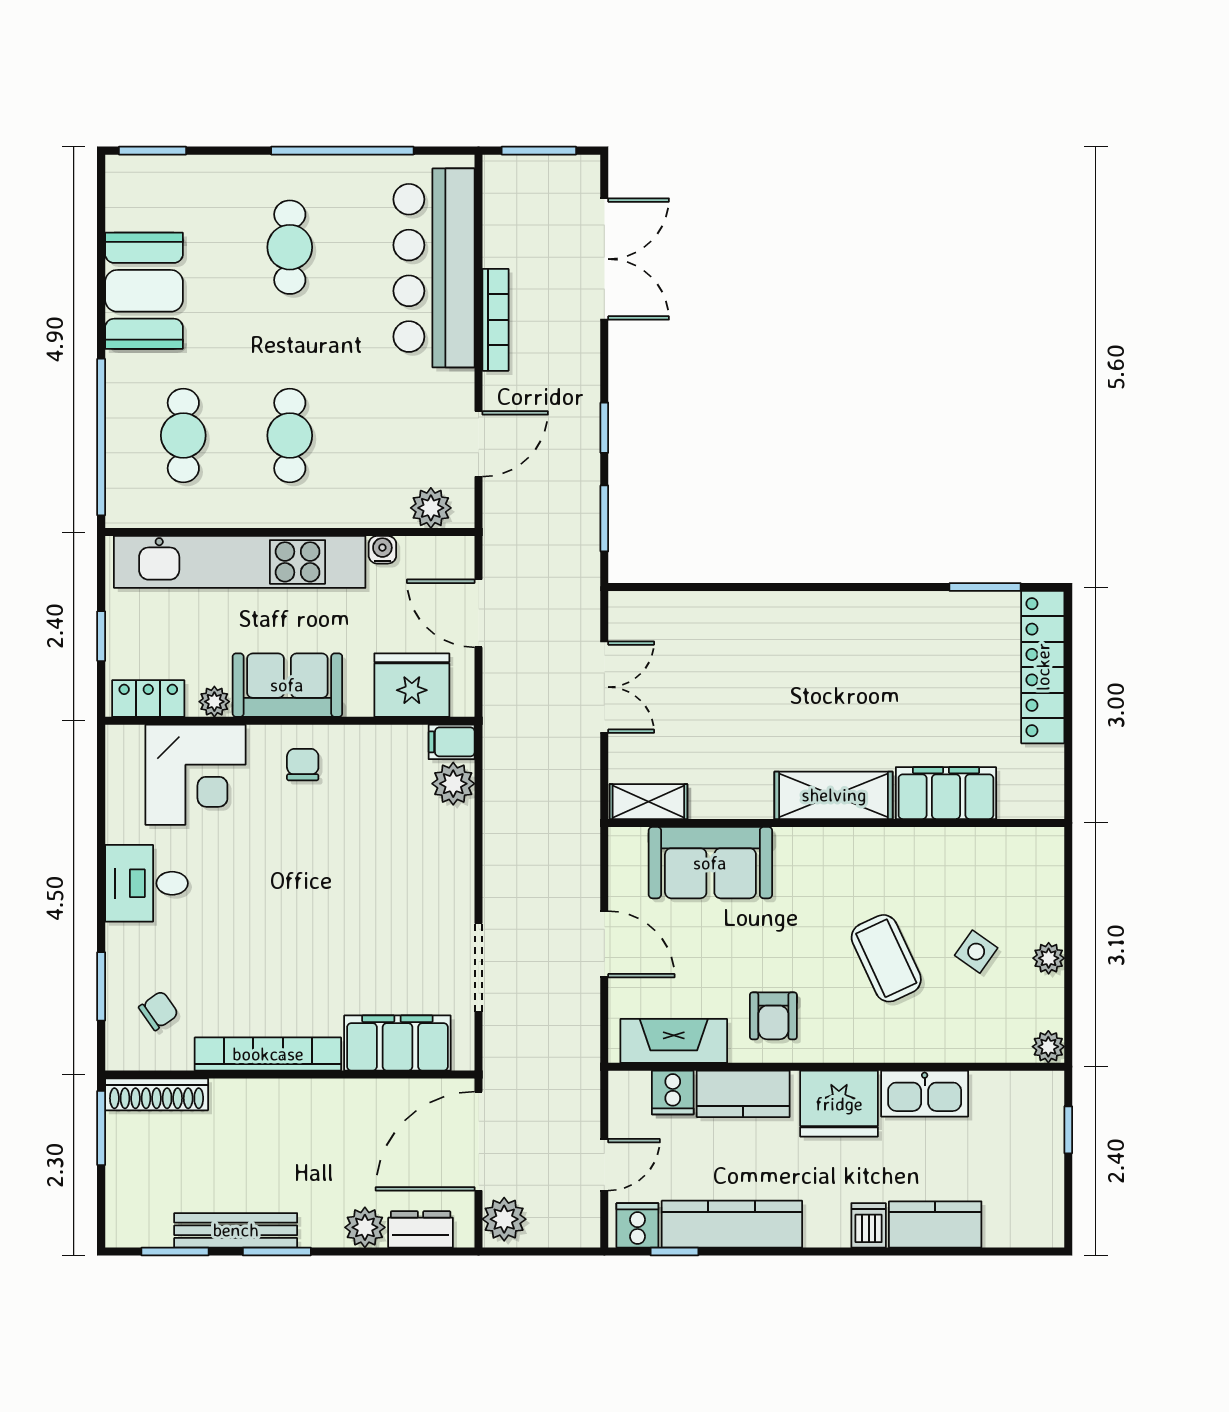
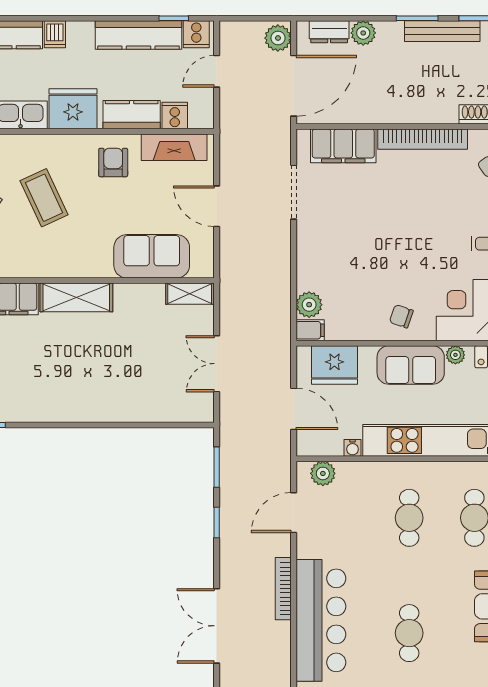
chair: (303, 765) -> (401, 316), turned 109

